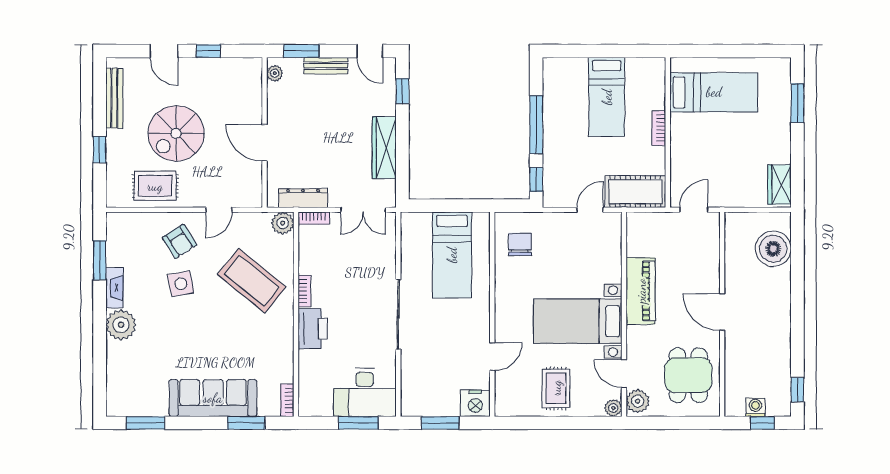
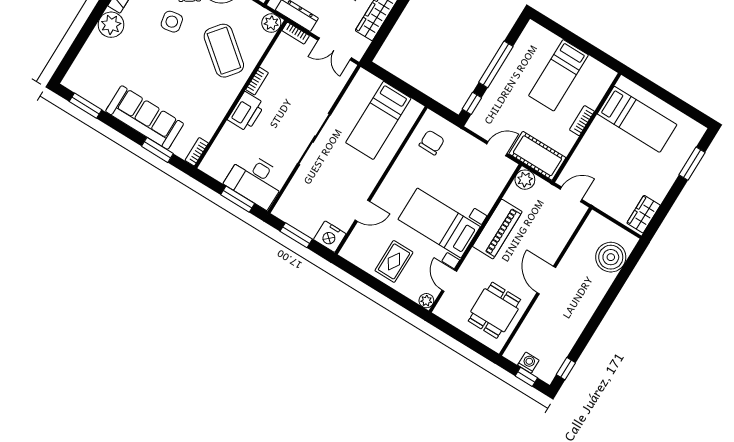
plant: (638, 401) -> (525, 180), moved

